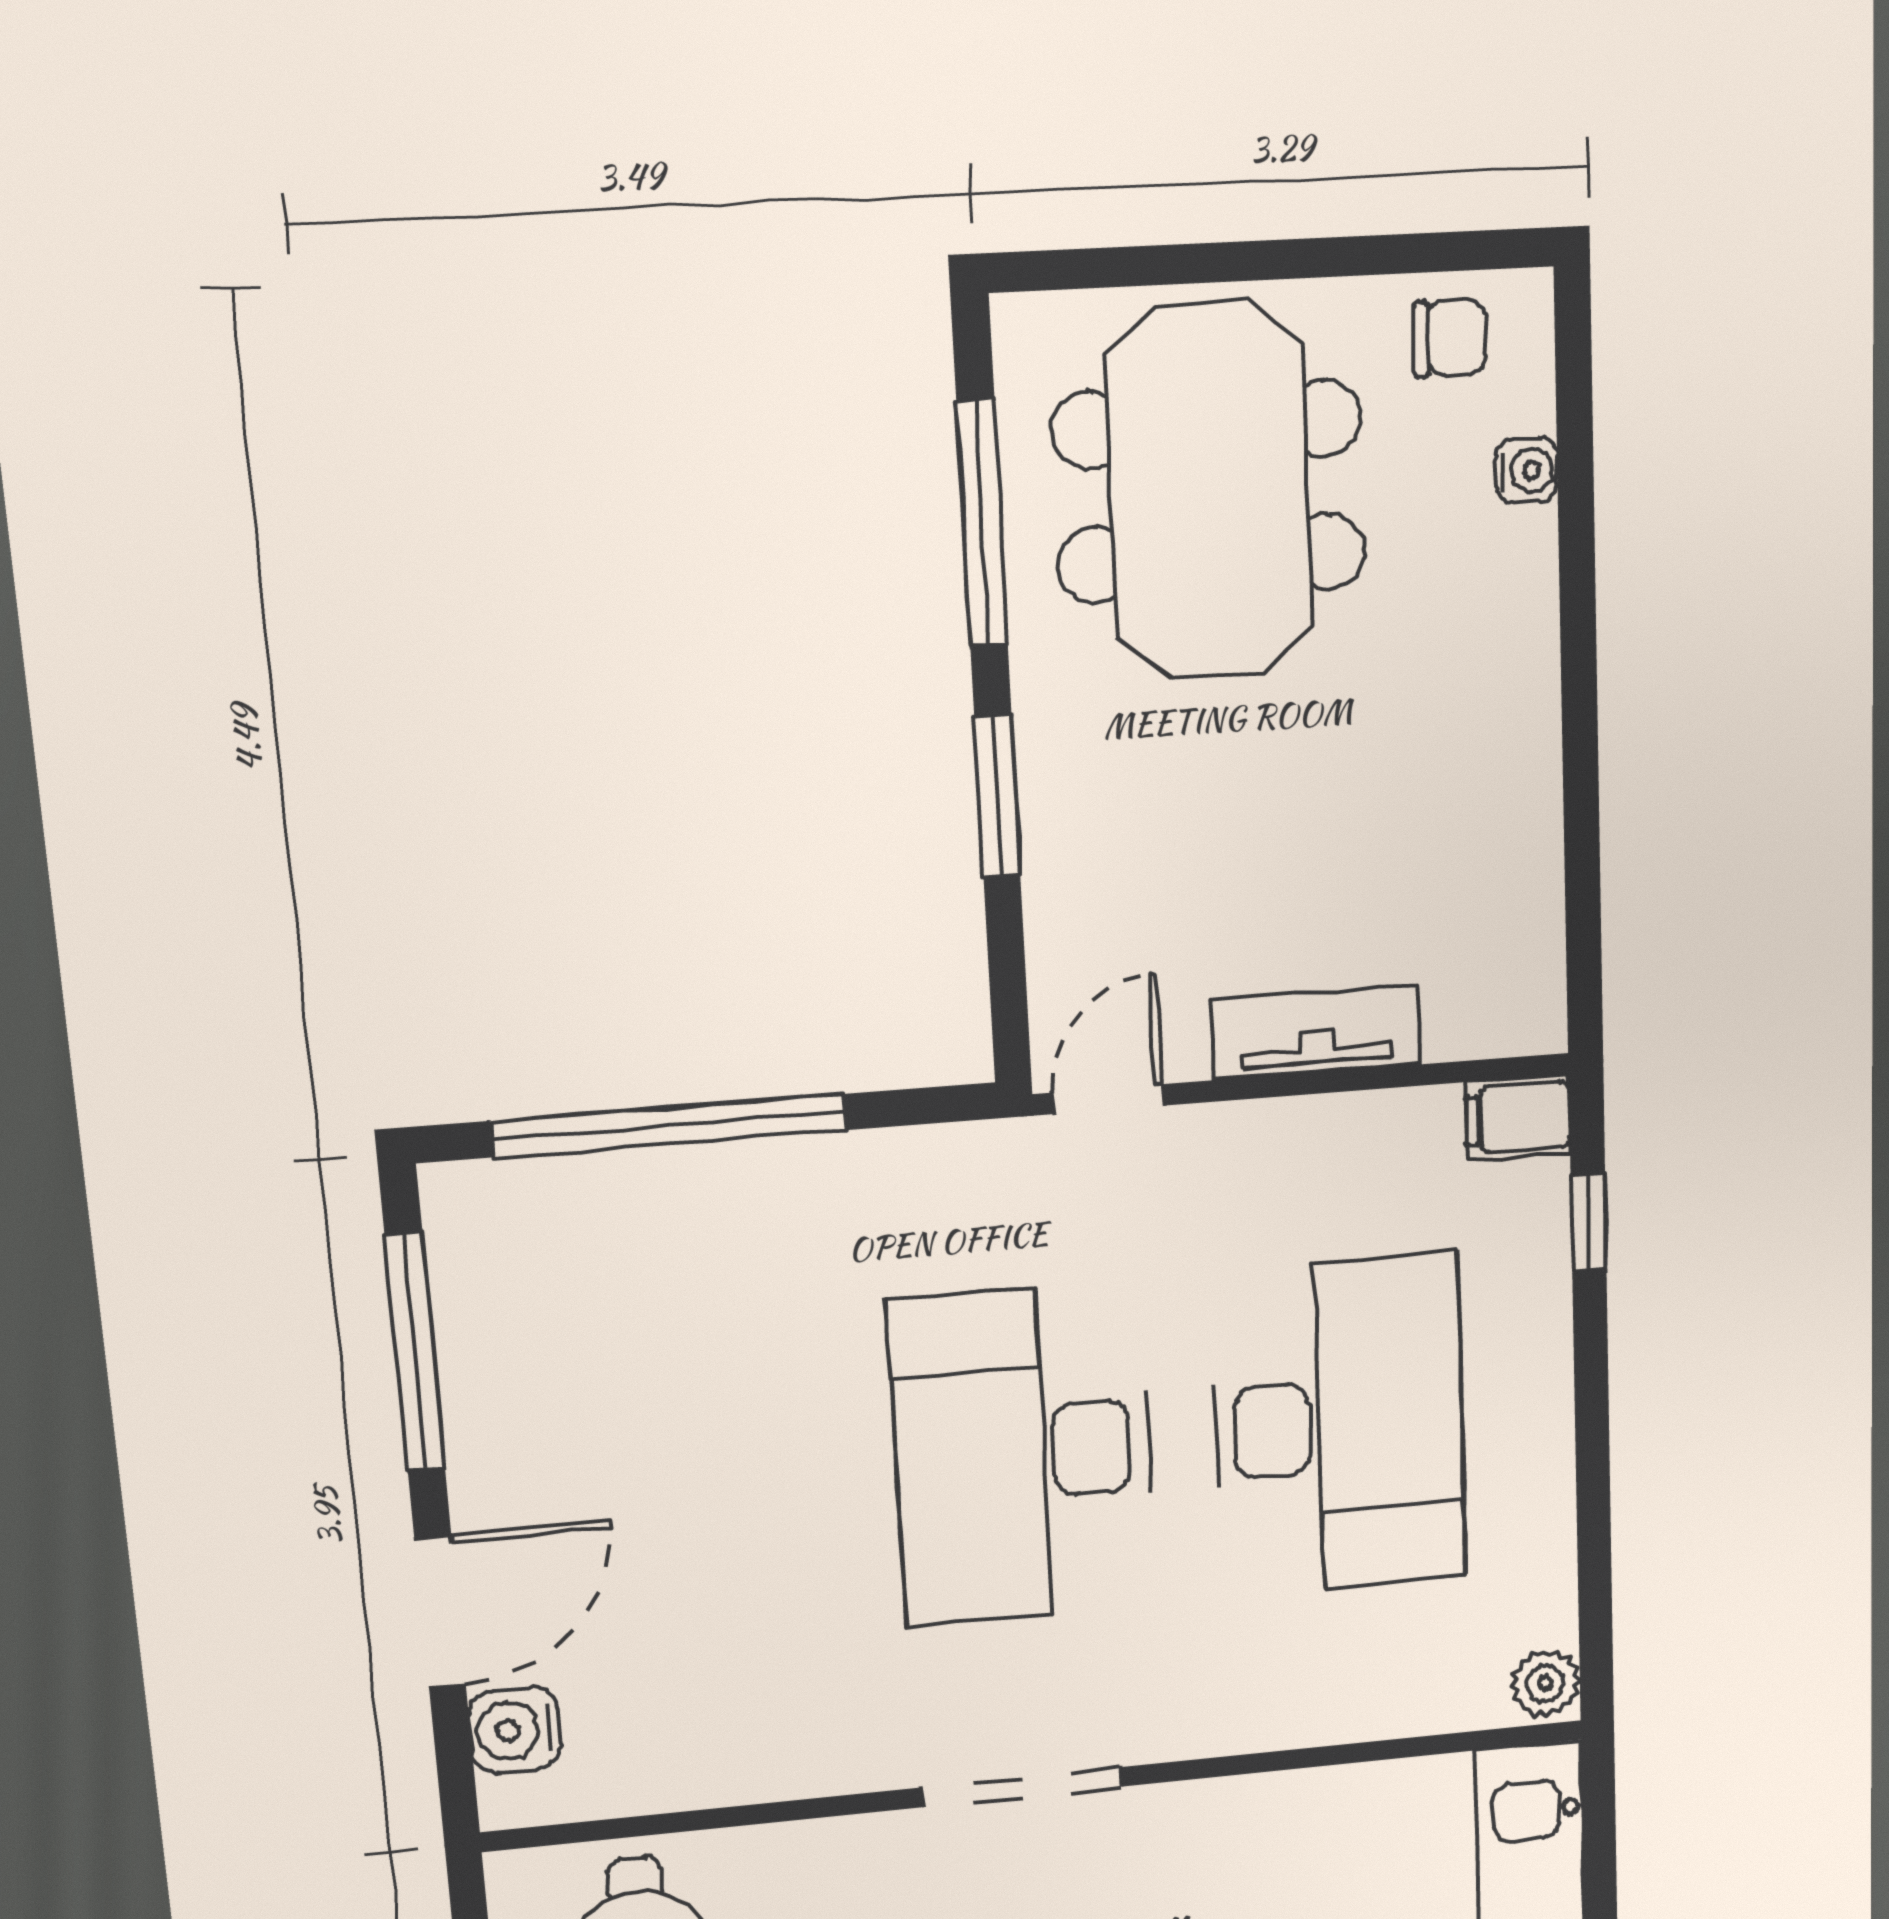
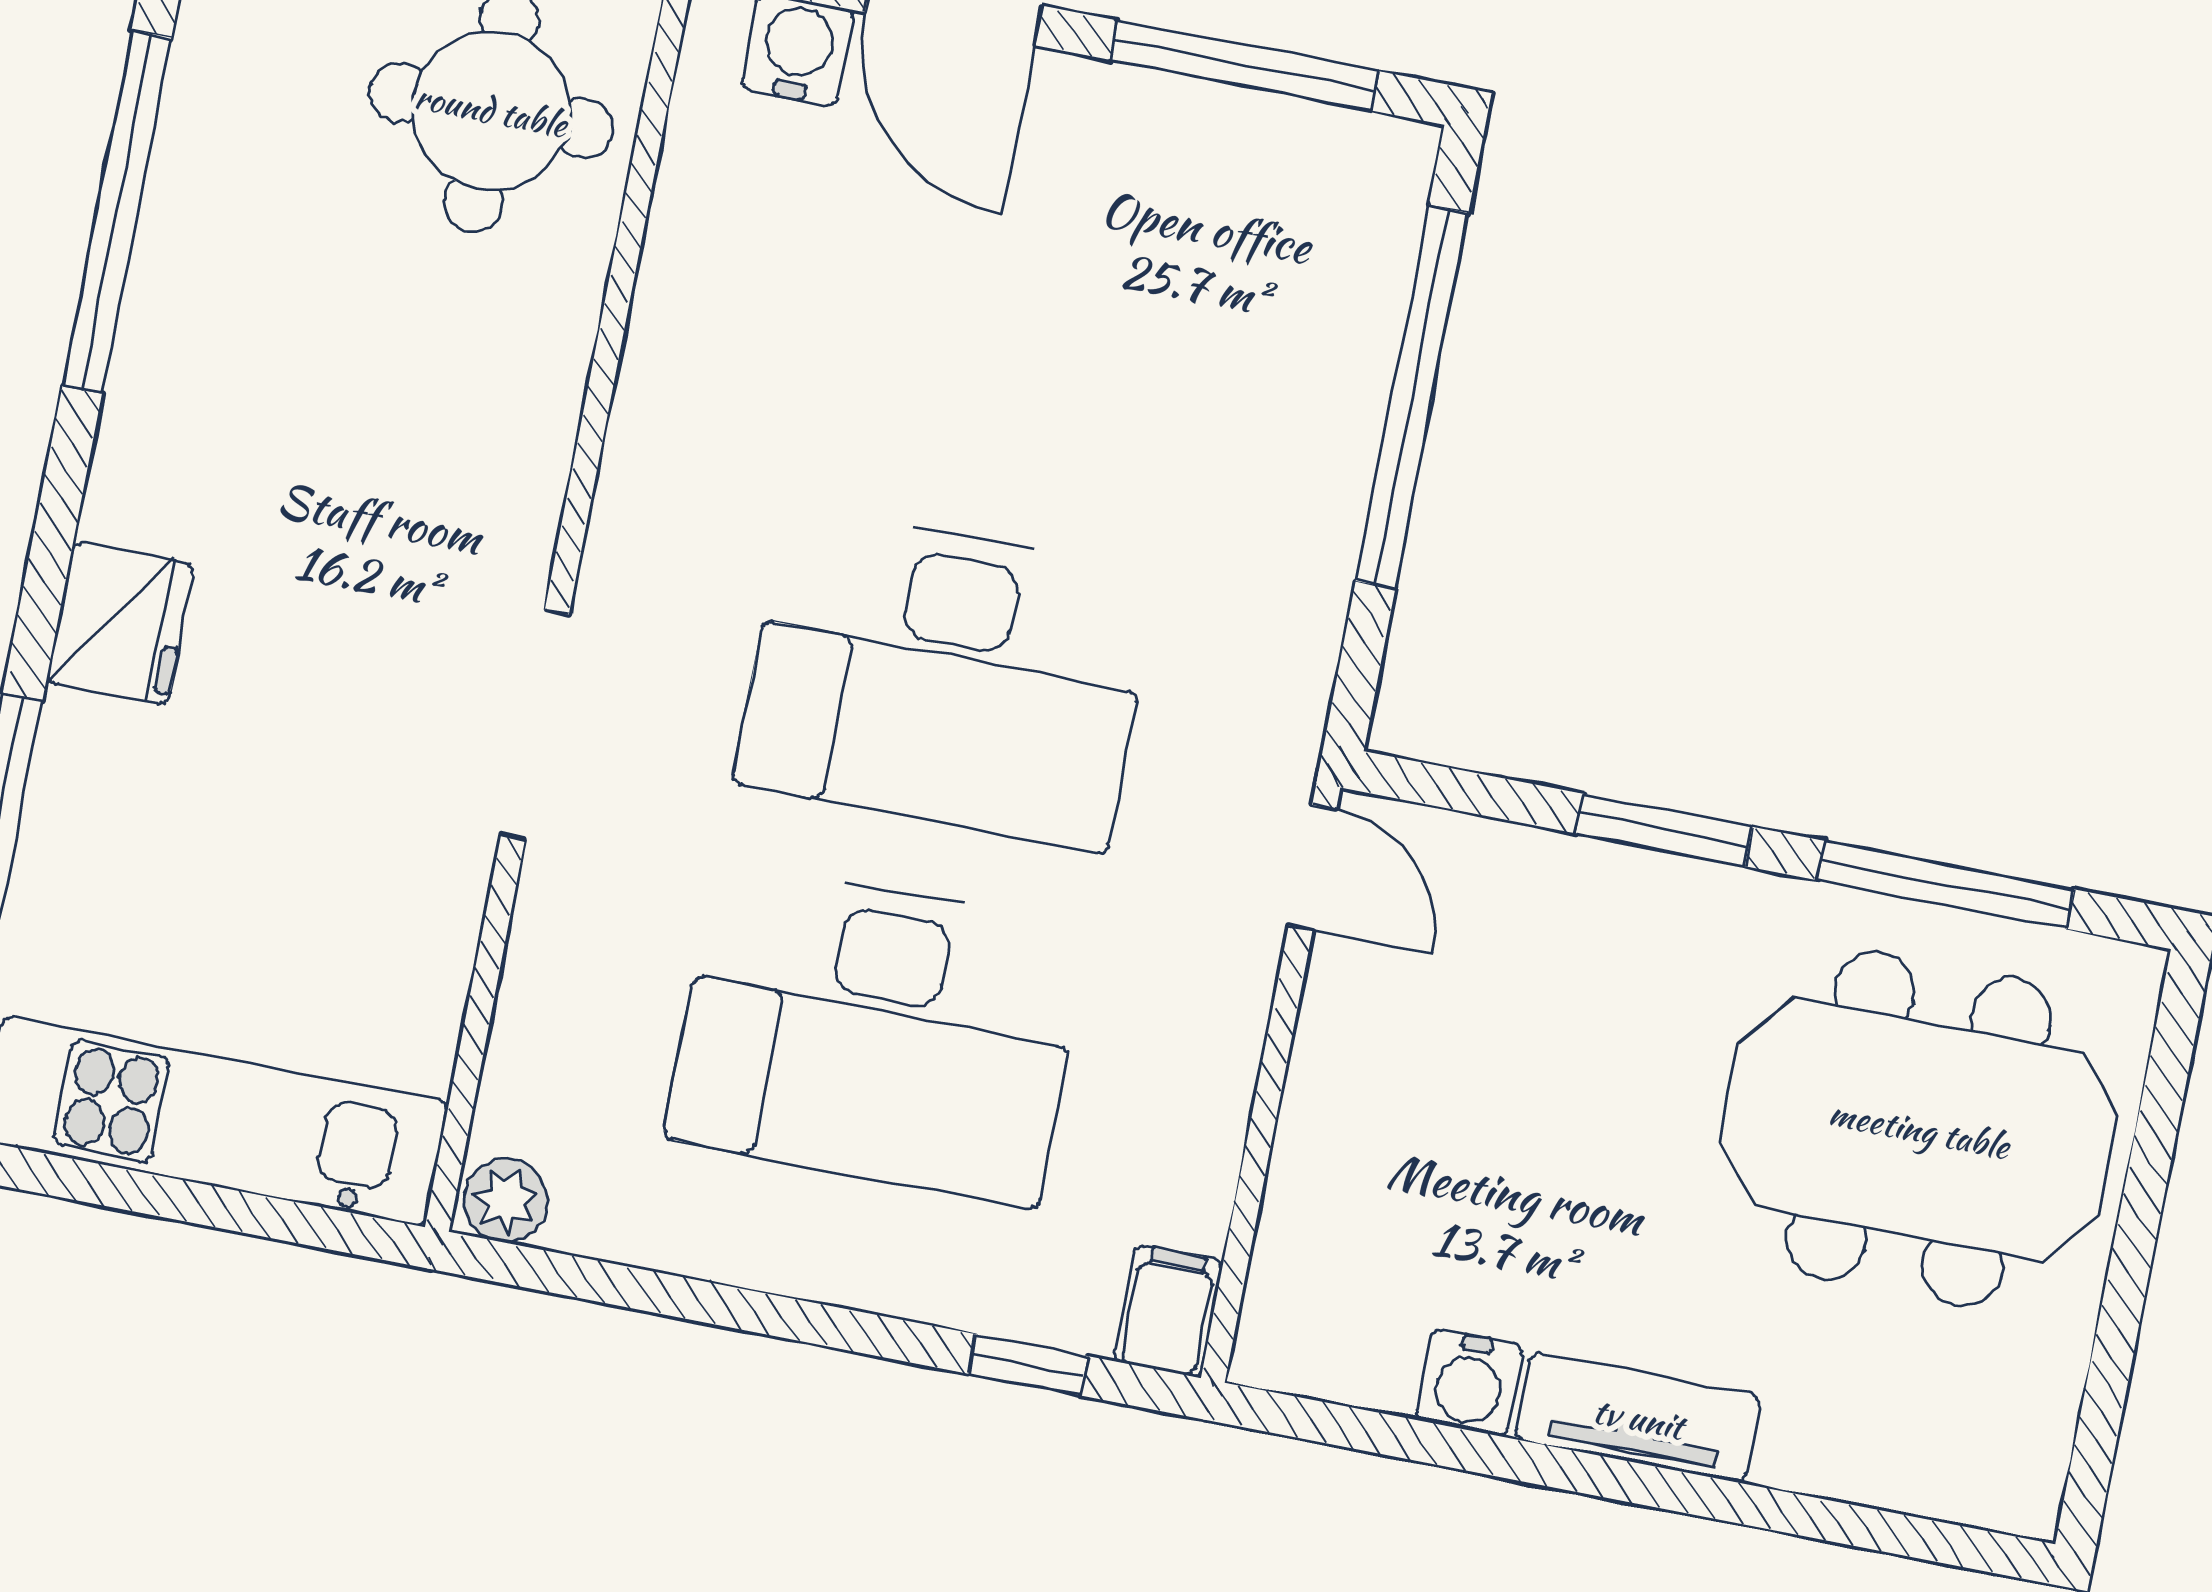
chair: (1449, 338) -> (2011, 1418), removed
water cooler: (1527, 471) -> (1469, 1383), moved, width x1.38, depth x1.38
tv unit: (1317, 1032) -> (1638, 1418), moved, turned -90
desk: (1023, 1454) -> (947, 678), turned 180
doorway: (1022, 1787) -> (535, 725), moved

